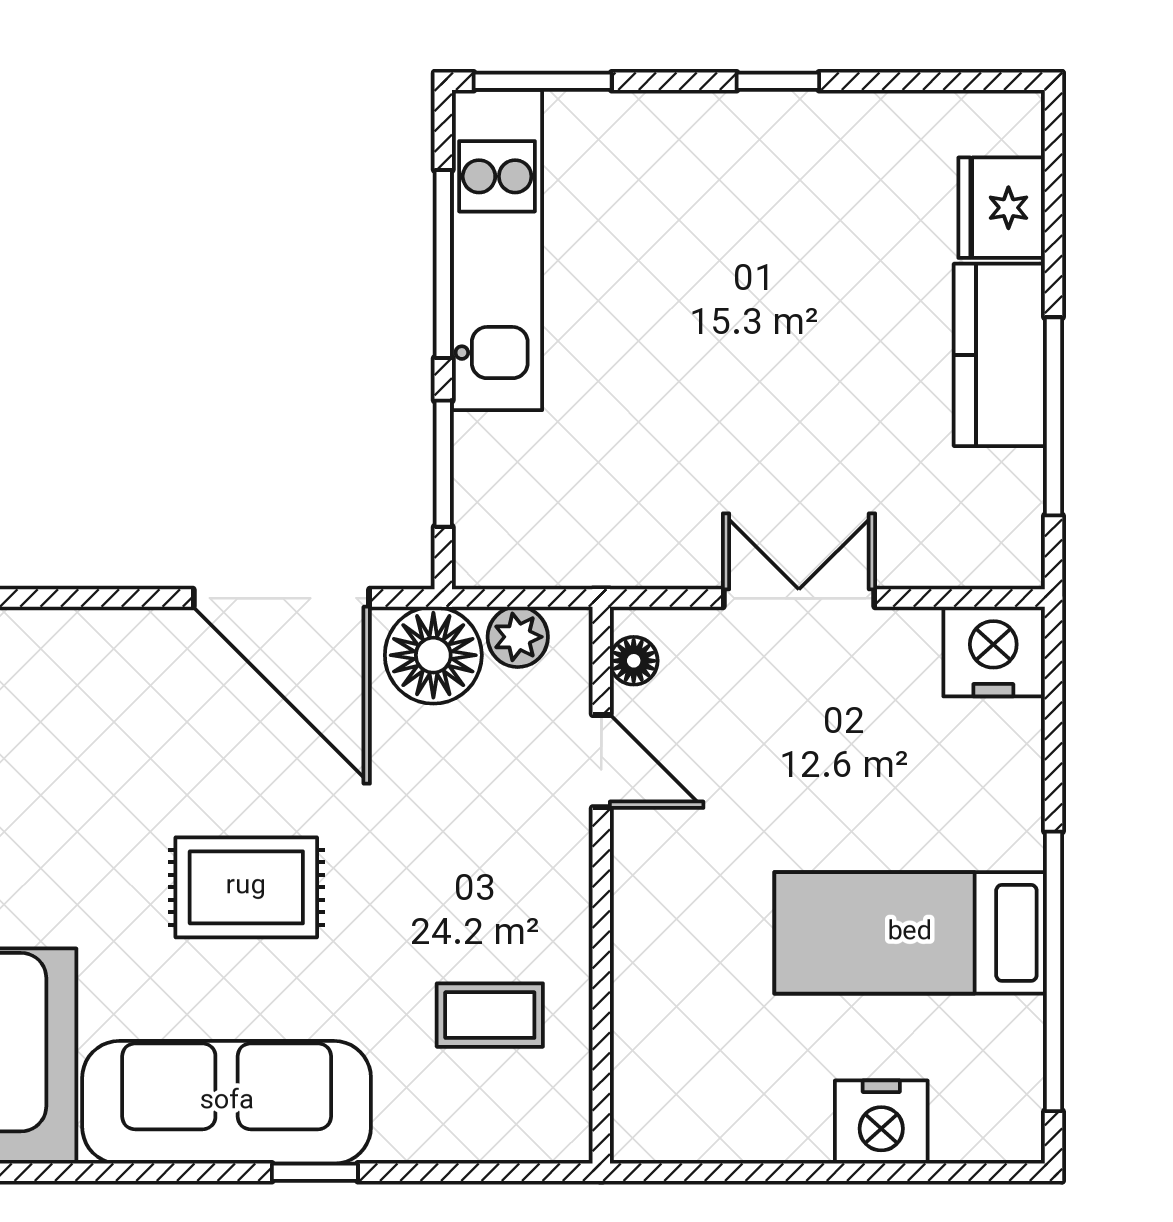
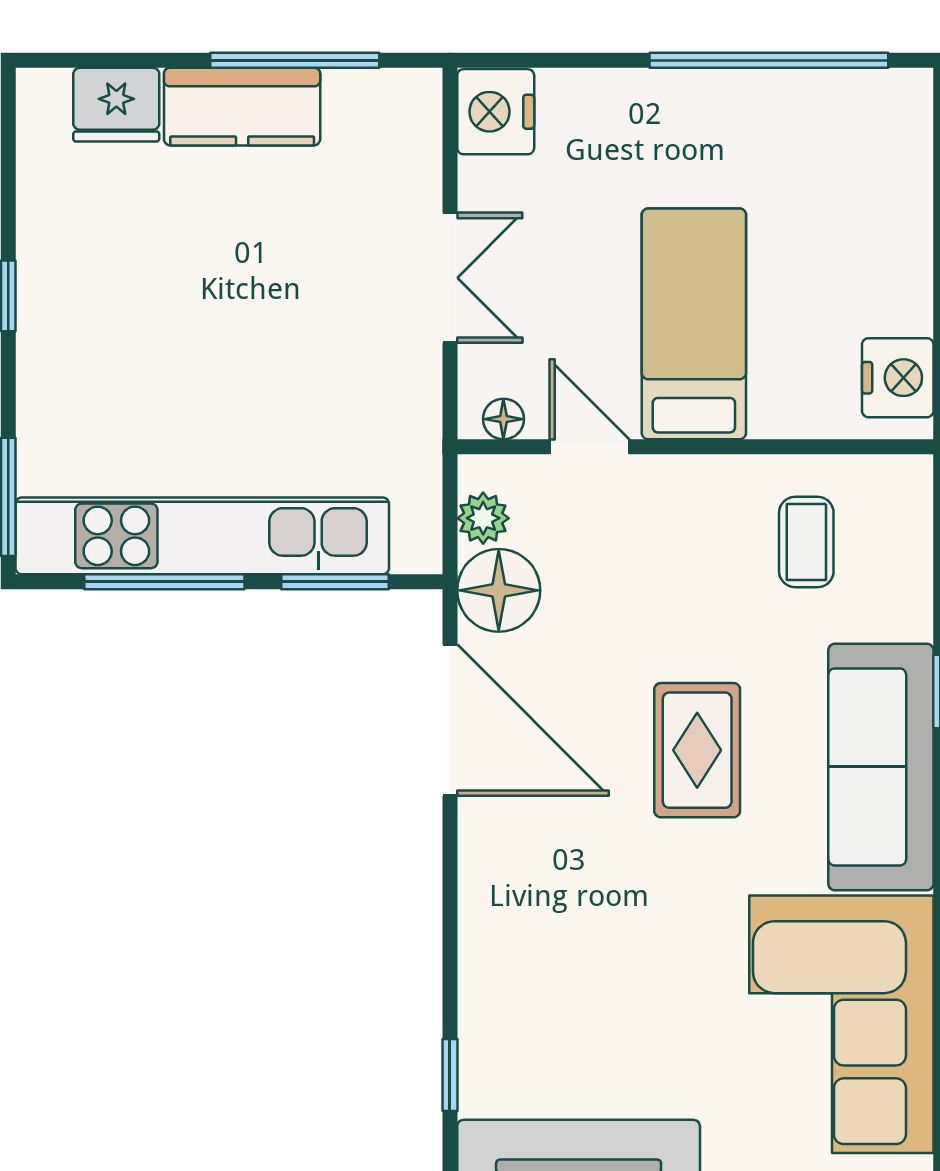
kitchen unit: (497, 250) -> (202, 536), width x1.36
door: (281, 598) -> (450, 720), hinge flipped
double door: (799, 598) -> (450, 278), swing flipped
door: (601, 761) -> (589, 447), hinge flipped
bed: (910, 933) -> (694, 324), moved, turned 180
nightstand: (881, 1122) -> (898, 378), moved

